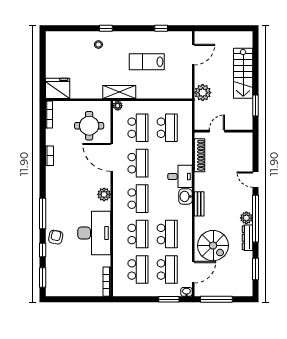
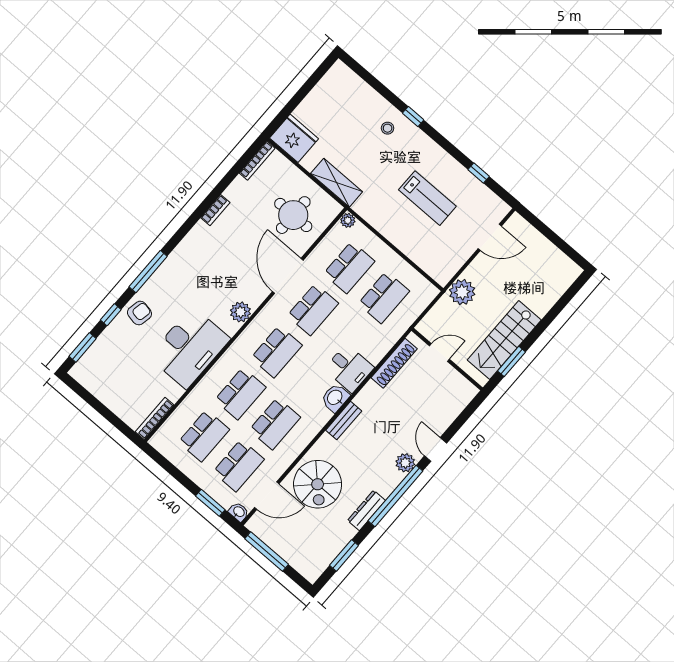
lab bench: (147, 62) -> (427, 198), turned 180
stairs: (243, 73) -> (504, 340), moved
shelving: (119, 92) -> (337, 183), moved
plant: (246, 218) -> (405, 463), moved

